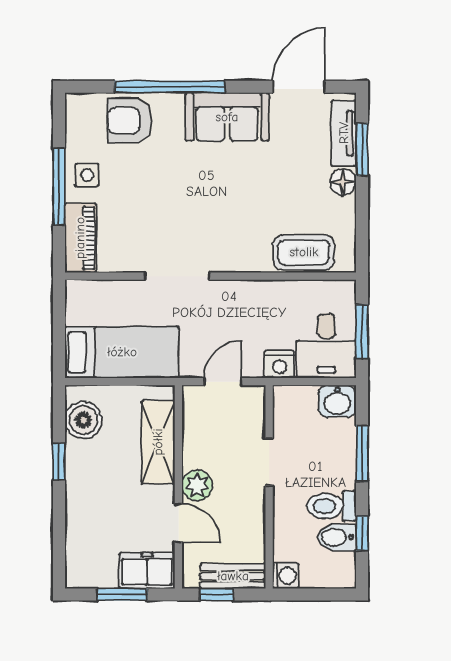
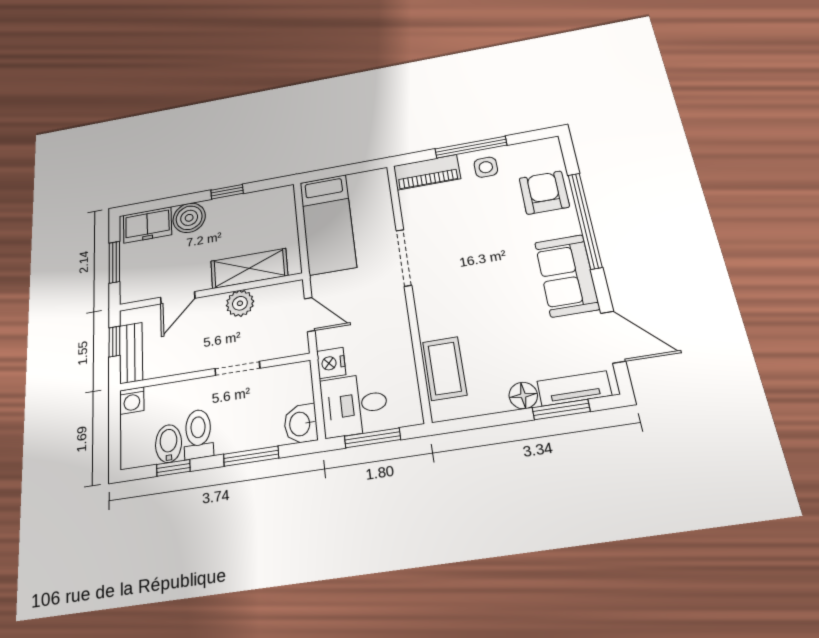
boiler: (83, 420) -> (189, 218), moved
plant: (197, 485) -> (240, 303), moved
freezer: (147, 571) -> (147, 225), moved, turned 90

